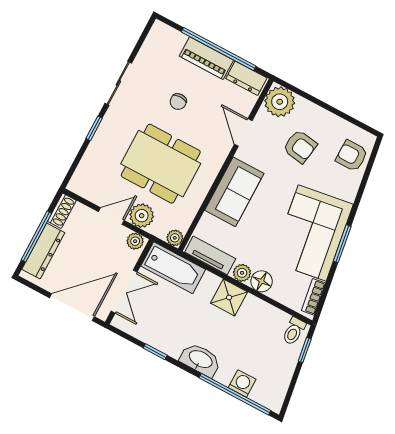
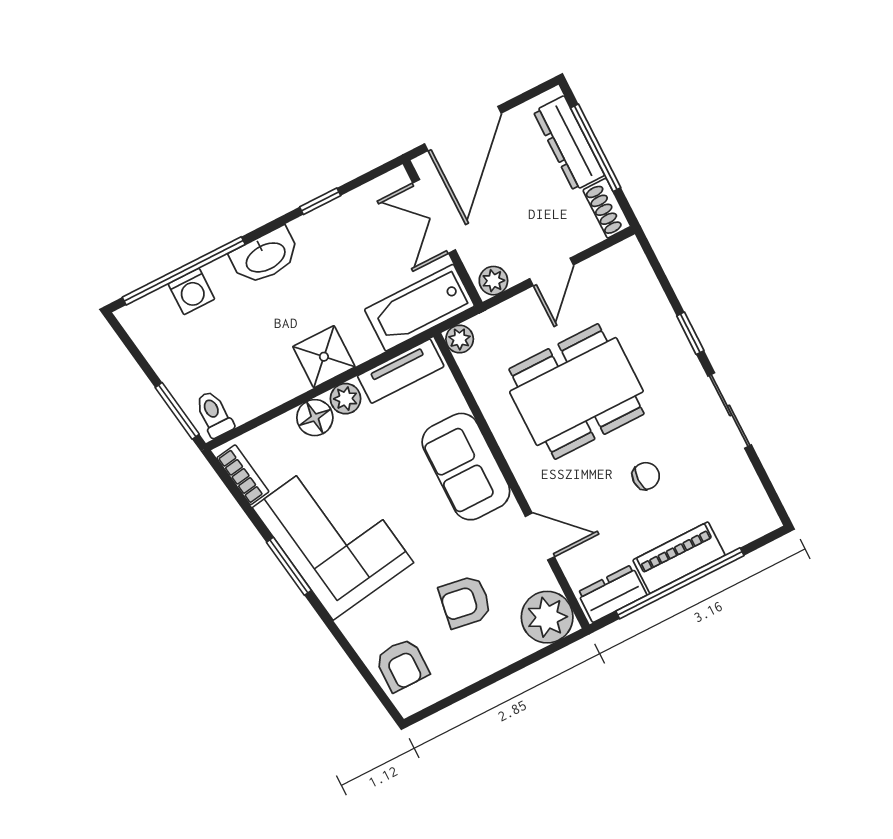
chair: (178, 102) -> (646, 476), turned 90
armchair: (352, 156) -> (402, 665), turned 90
plant: (142, 216) -> (523, 315), removed
window: (305, 350) -> (177, 411), width x1.50

